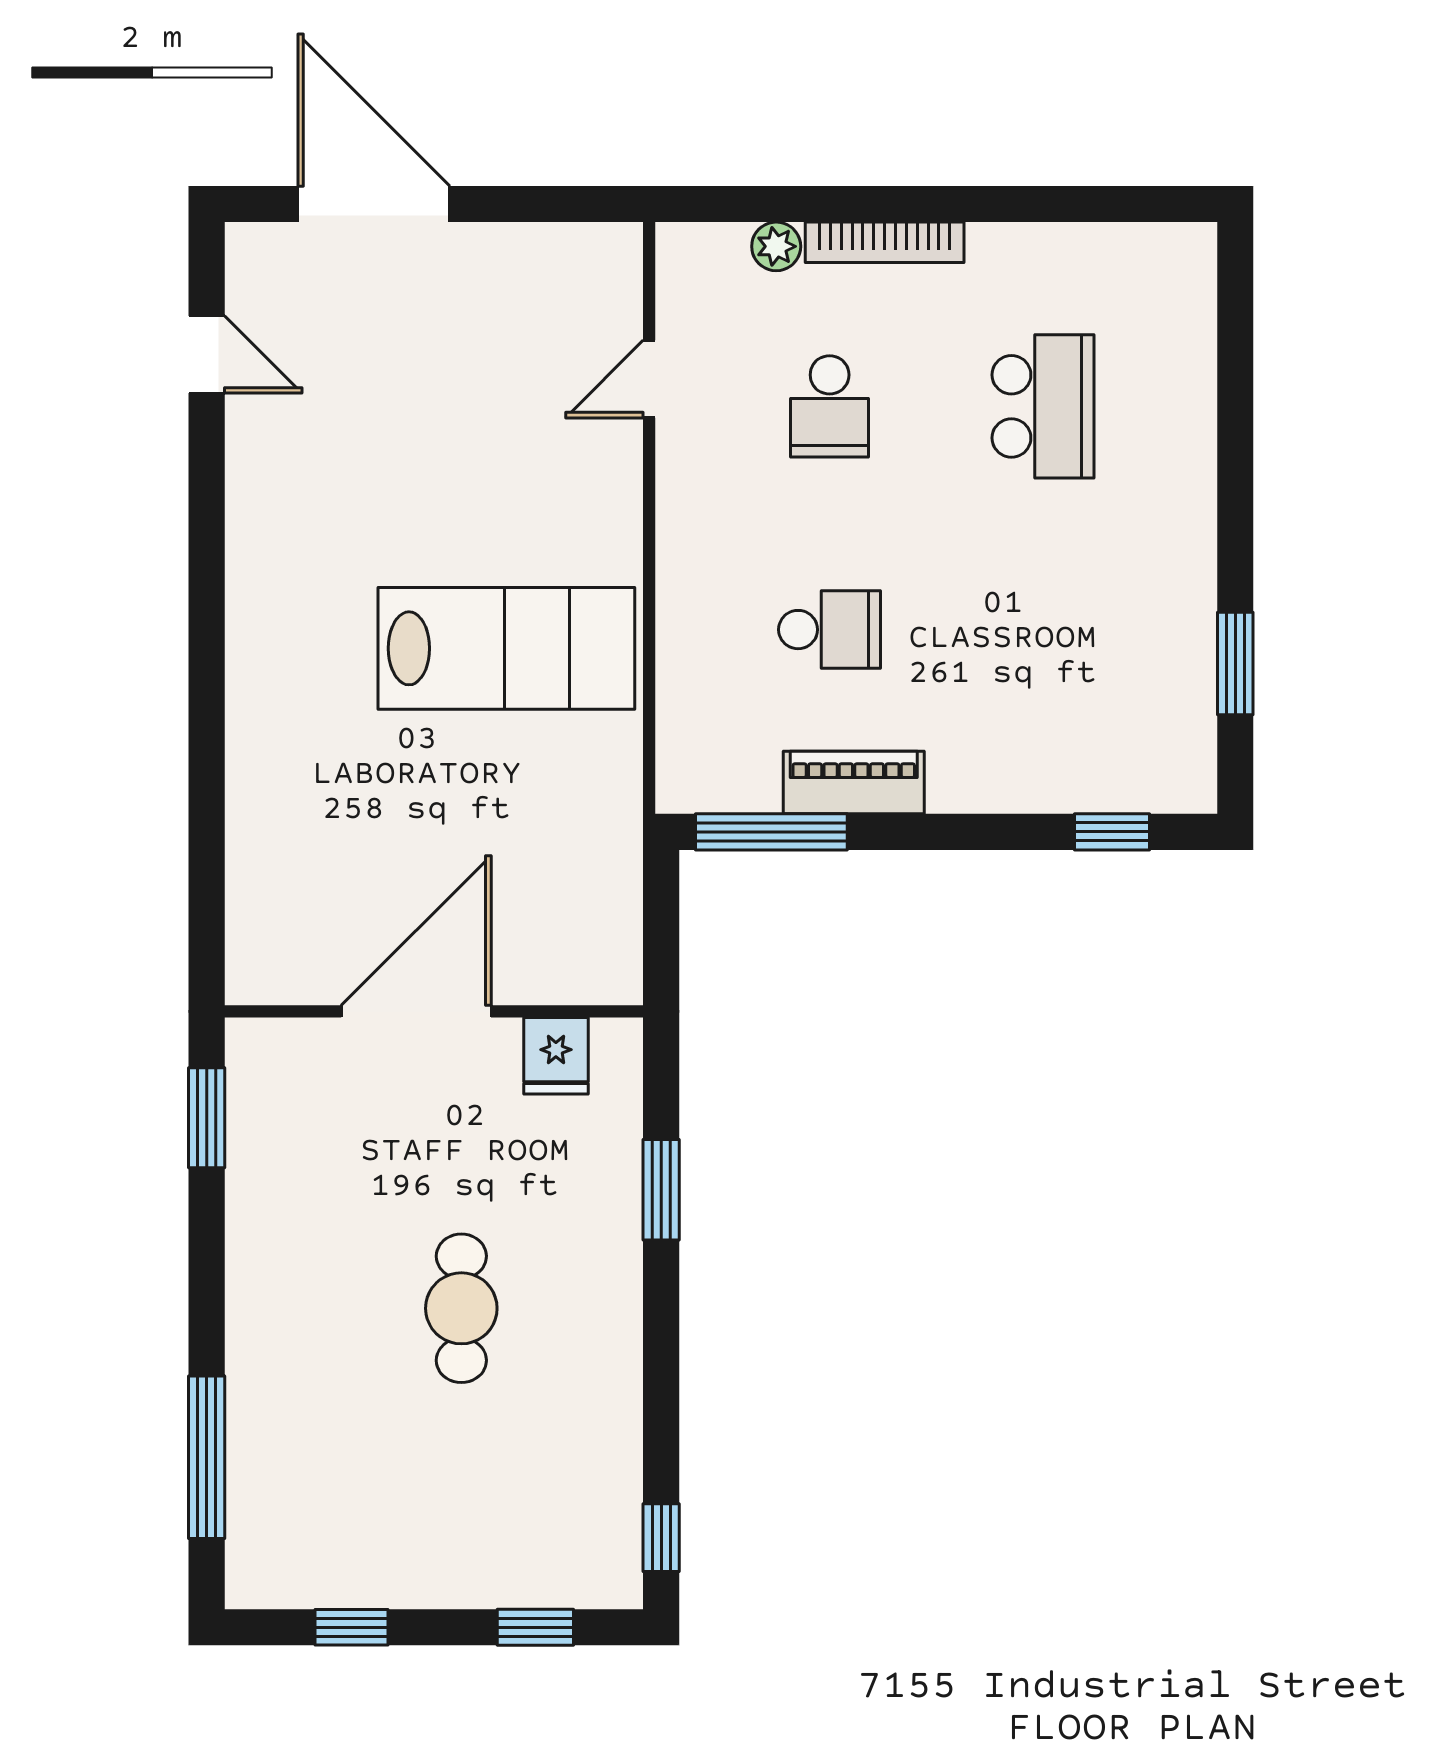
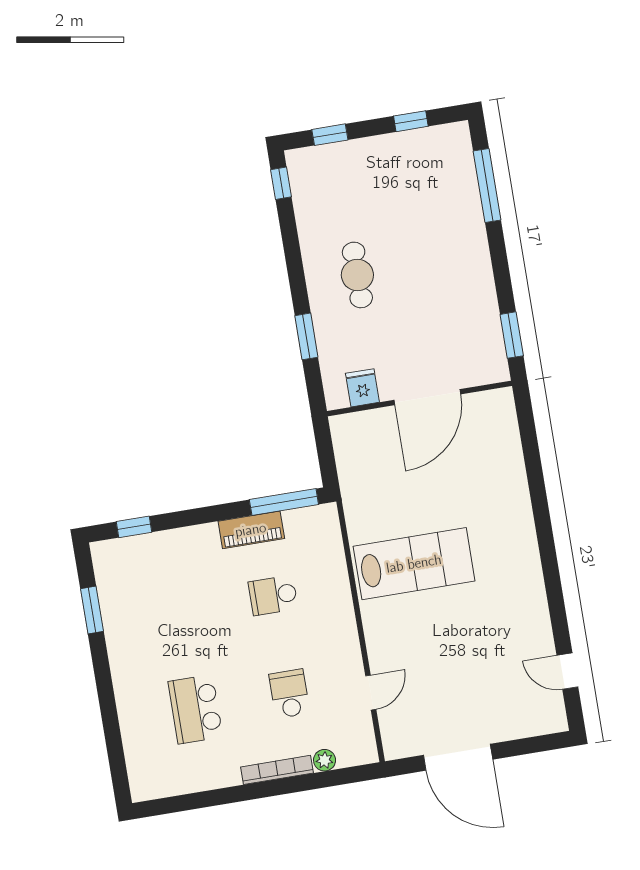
door: (374, 204) -> (458, 757), moved
lab bench: (506, 648) -> (414, 564), turned 180
cafe table: (461, 1308) -> (357, 275), moved

